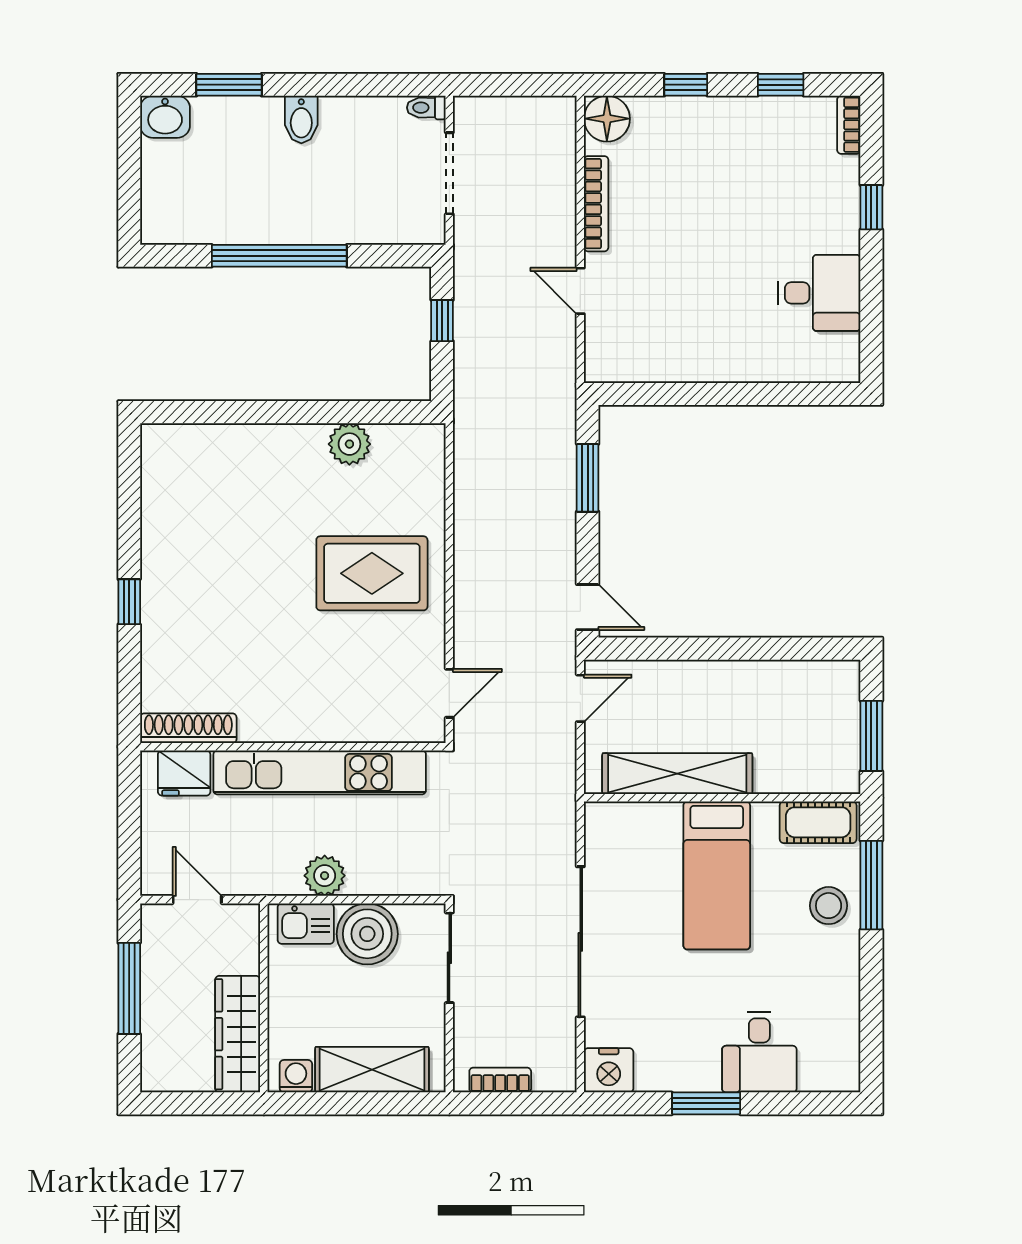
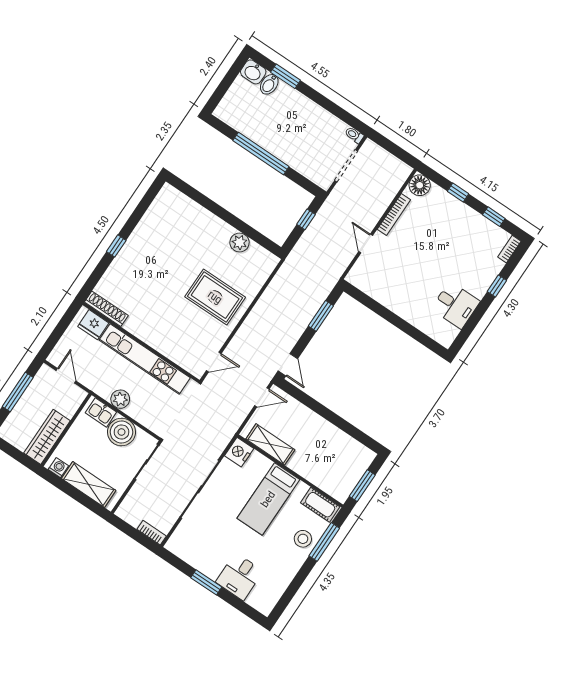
bidet: (301, 119) -> (269, 84), moved
shelving: (677, 774) -> (270, 444), width x0.68
nightstand: (609, 1070) -> (239, 452), moved, turned 90
bookcase: (500, 1080) -> (152, 533), moved

